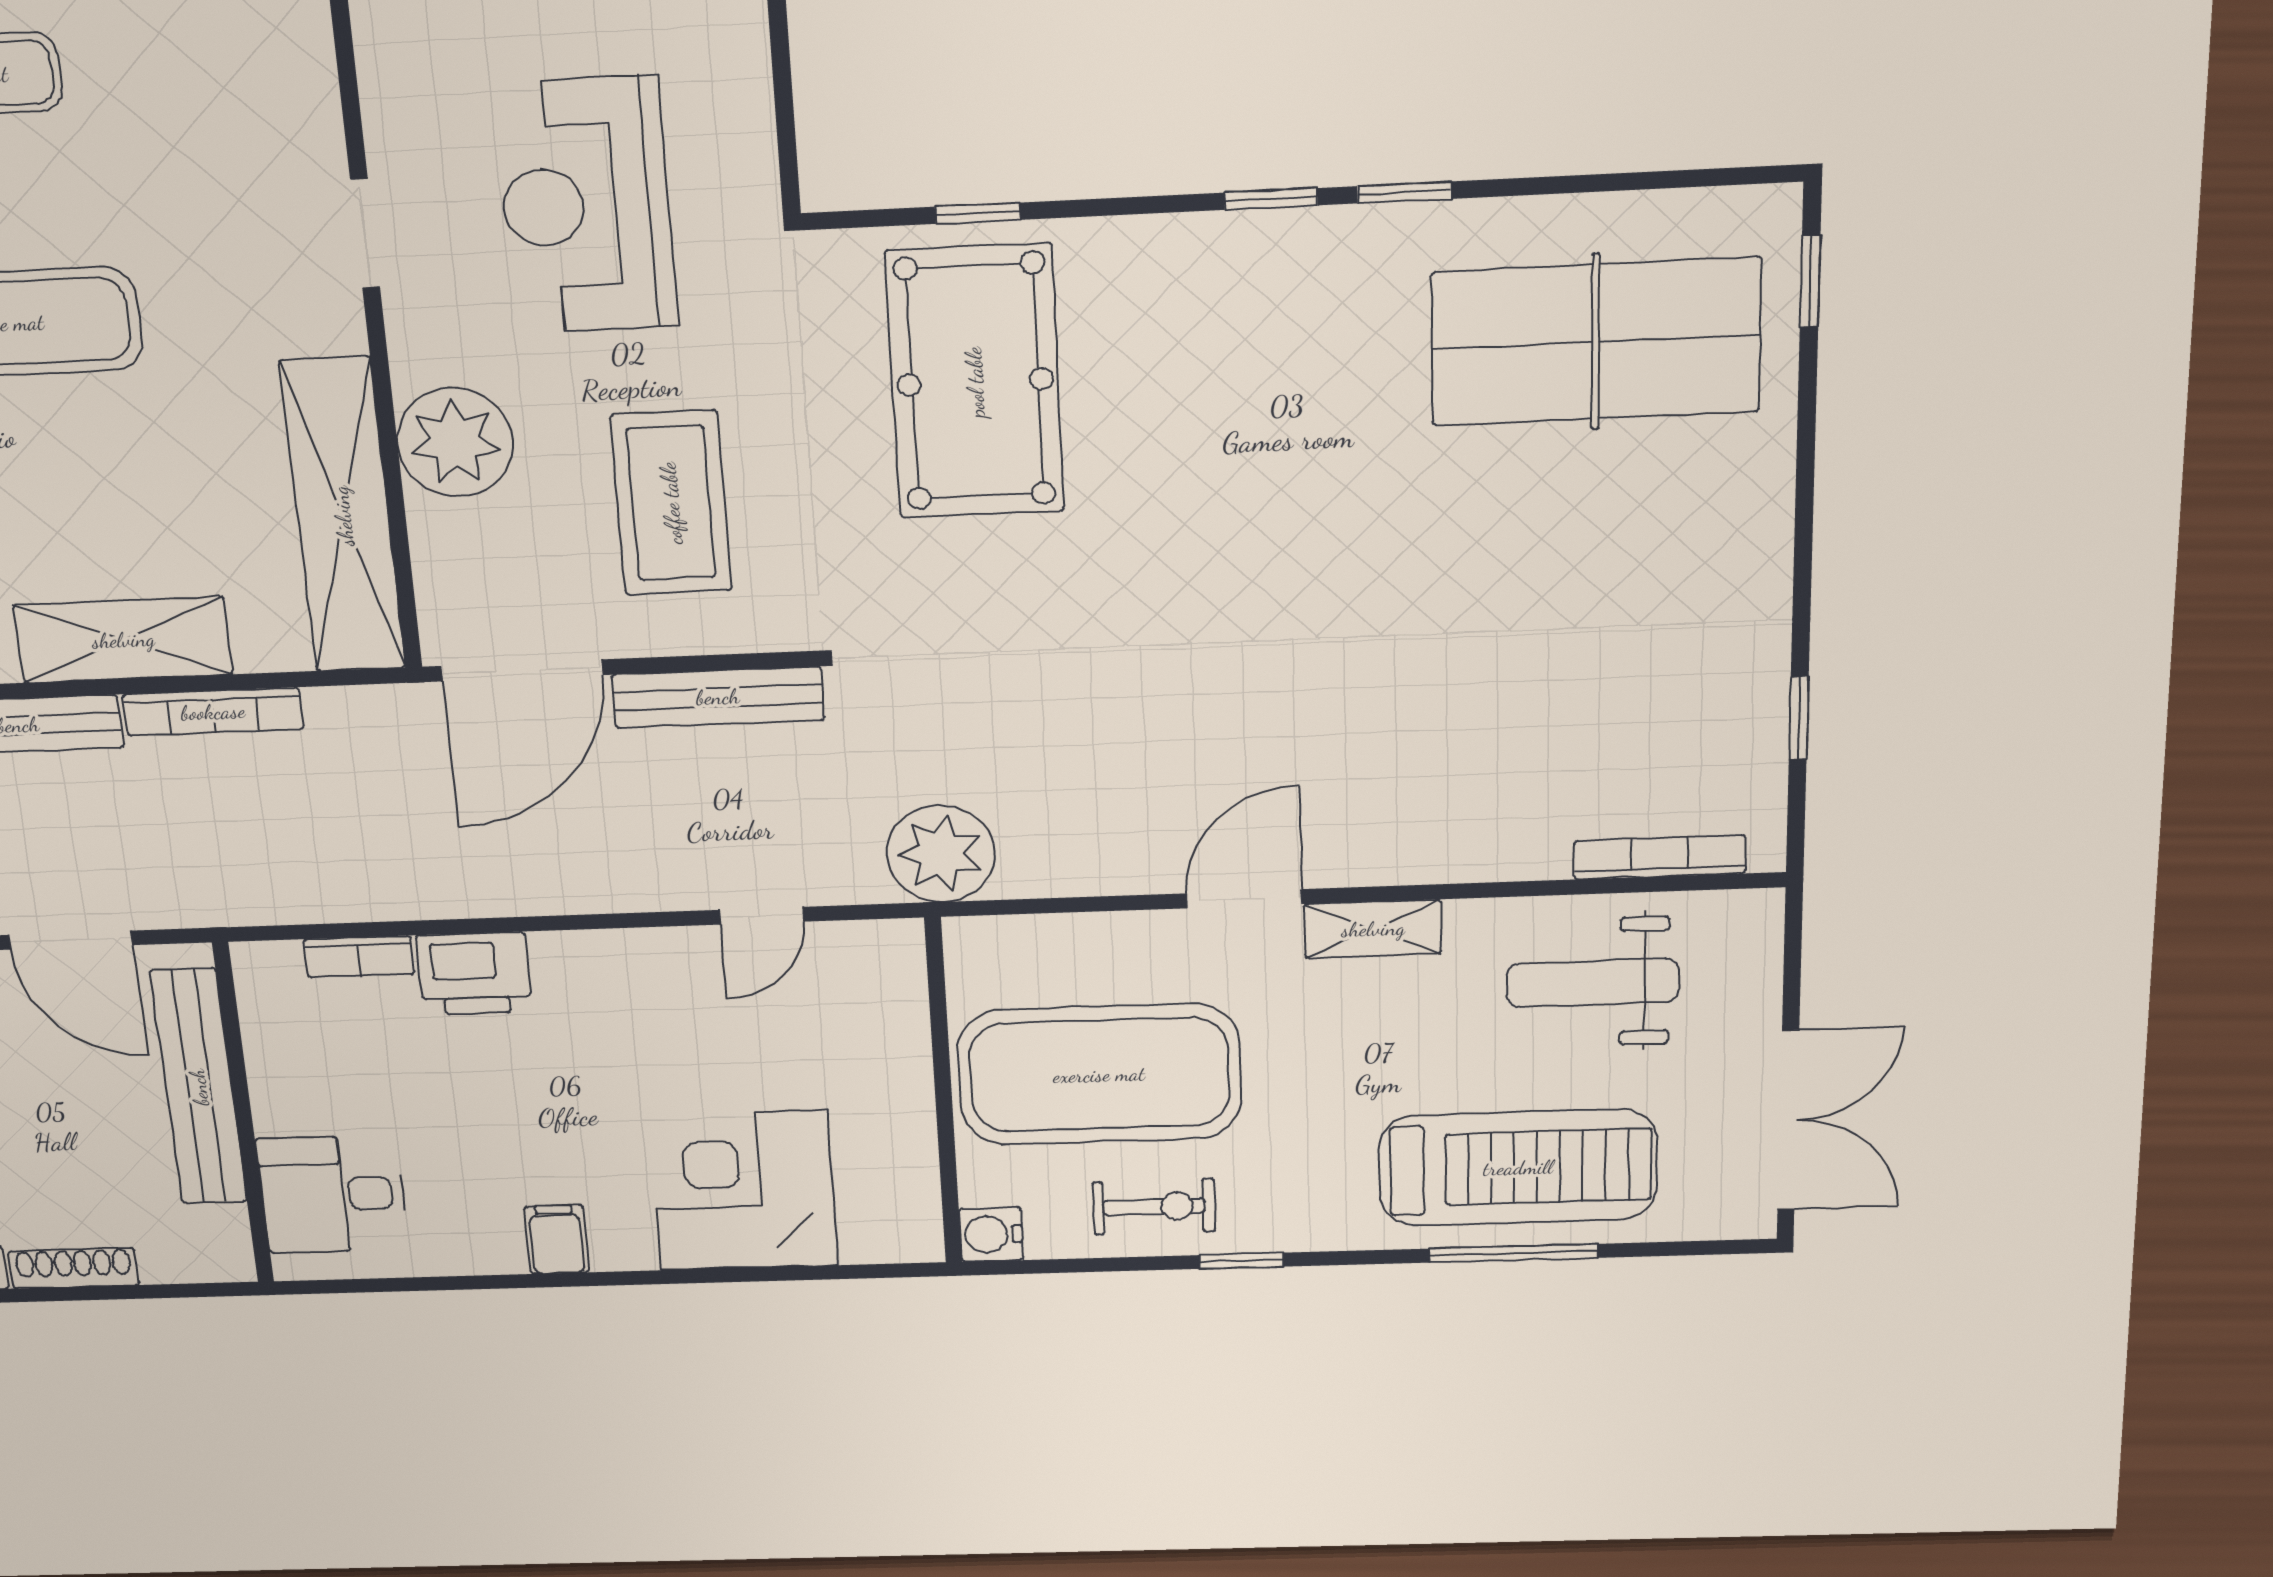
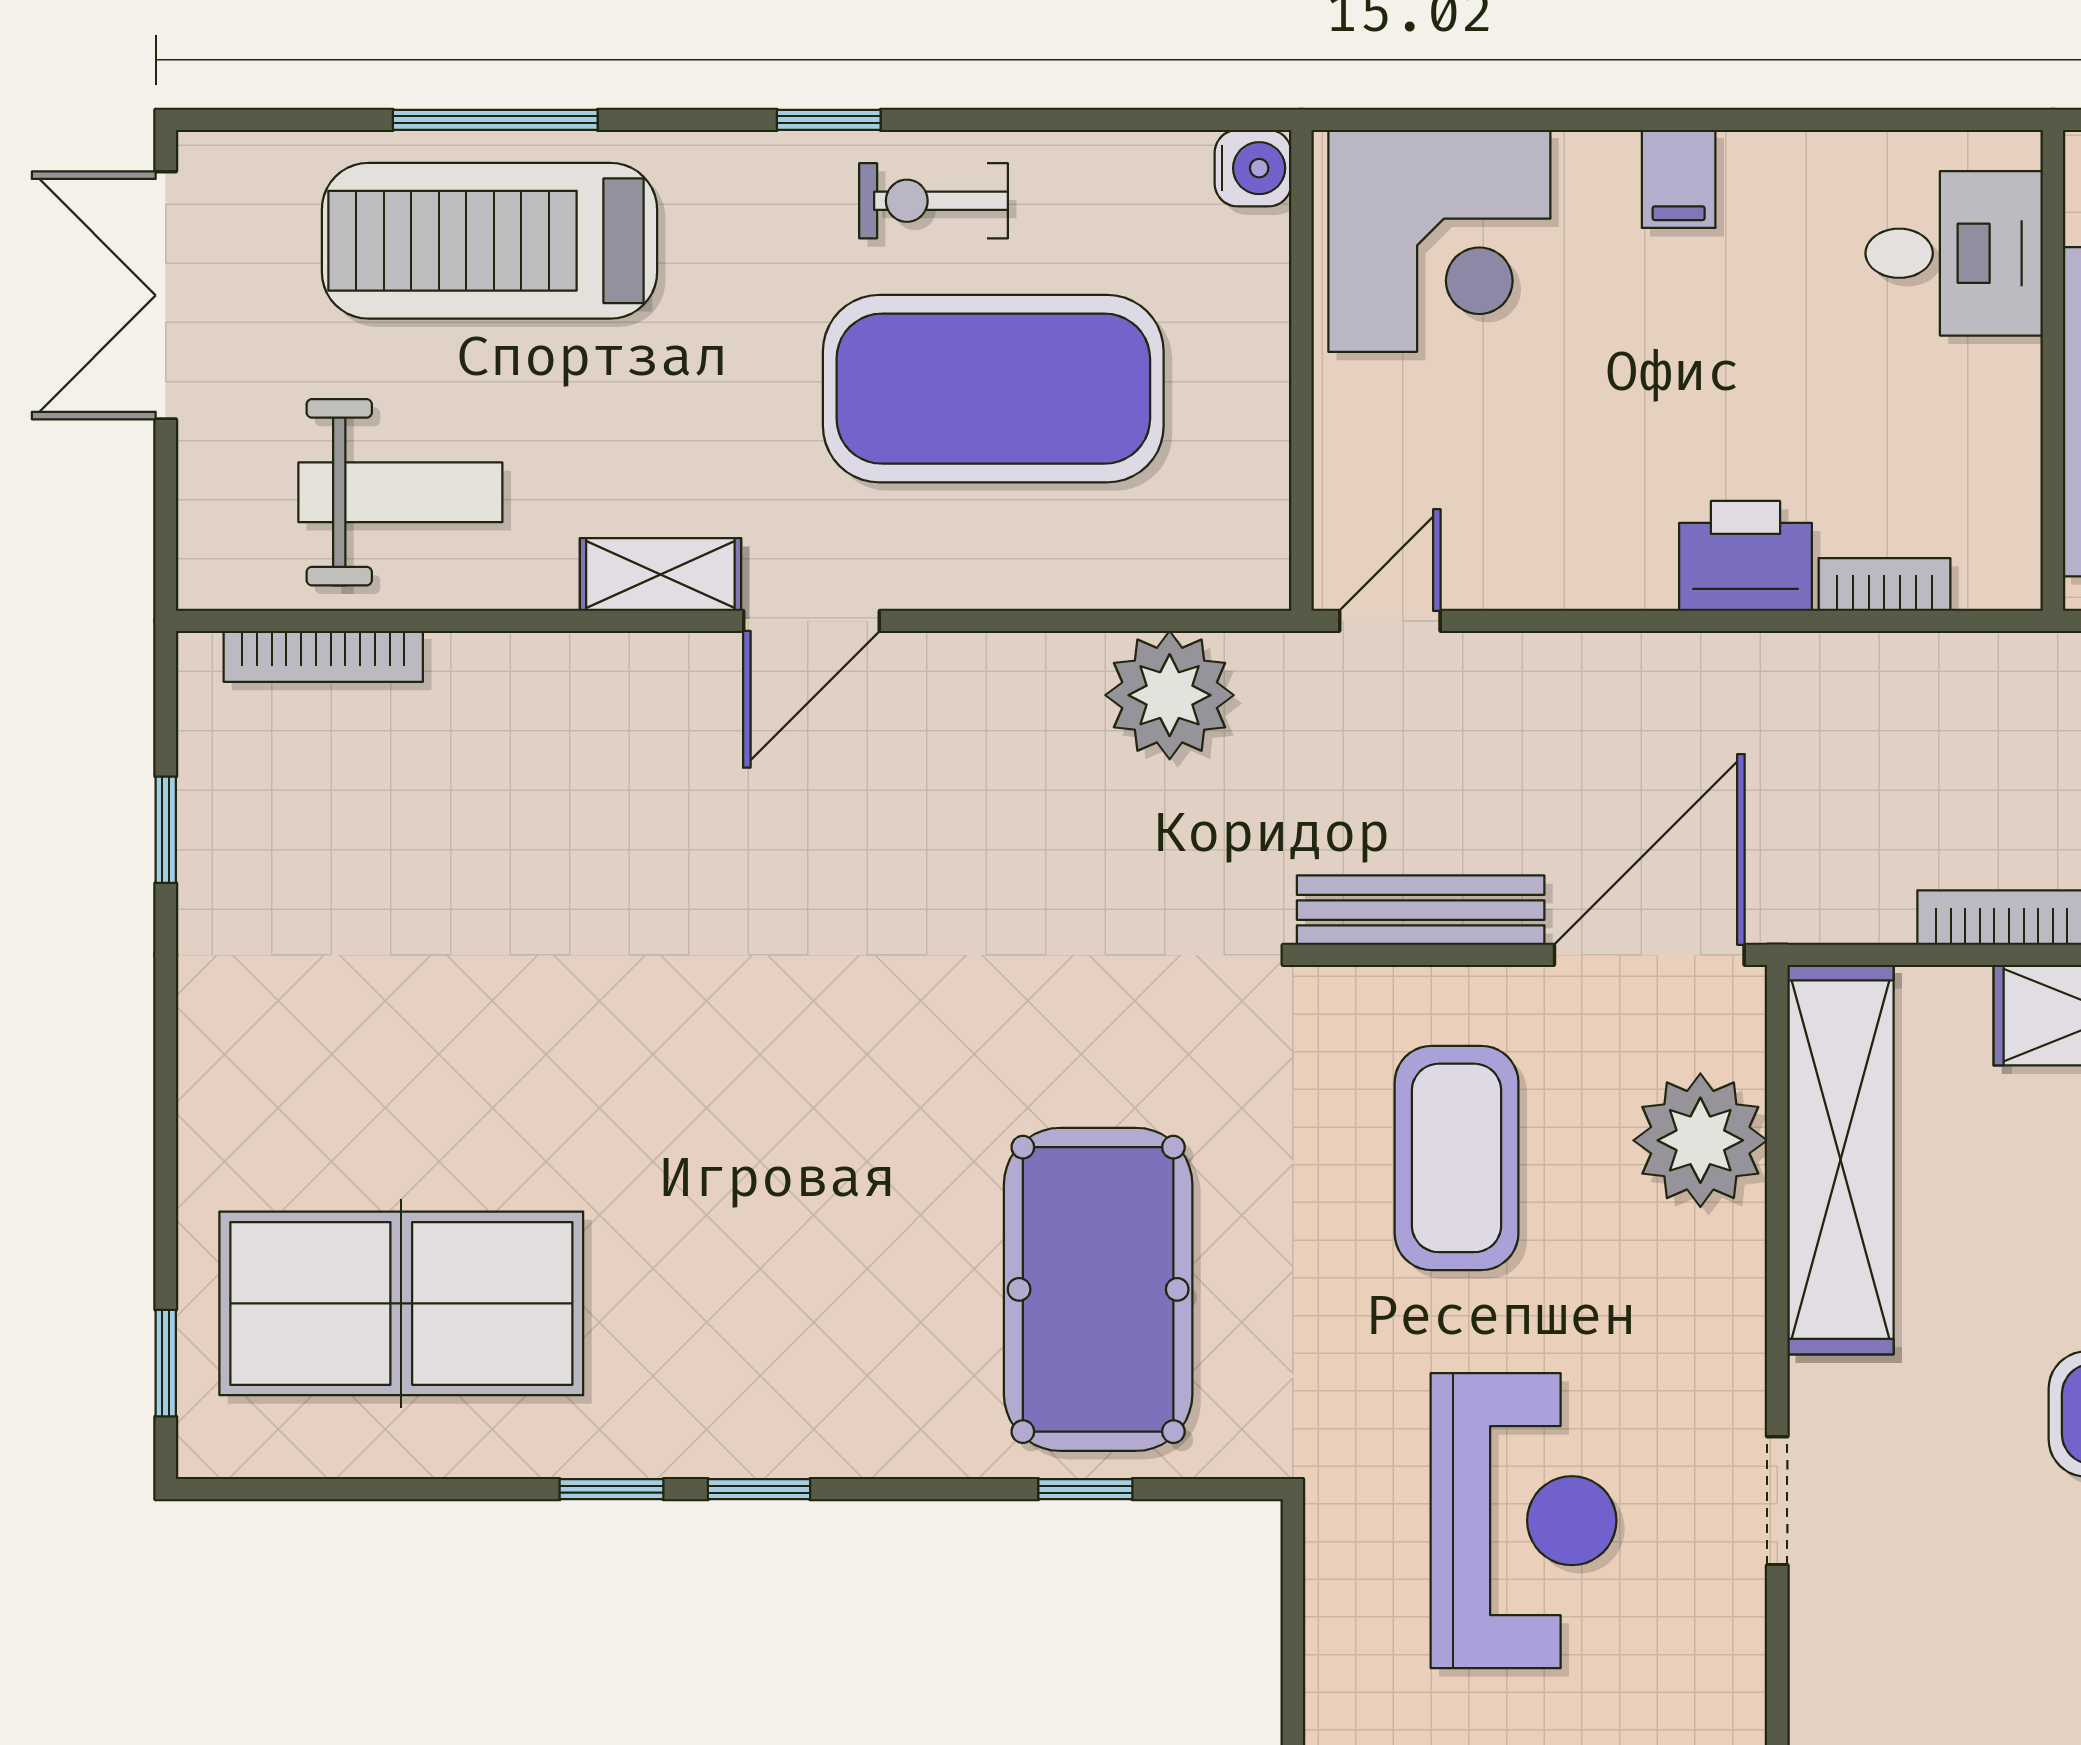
plant: (455, 442) -> (1700, 1140), moved
wall: (943, 1093) -> (1301, 370), moved
water cooler: (991, 1234) -> (1253, 168), moved

